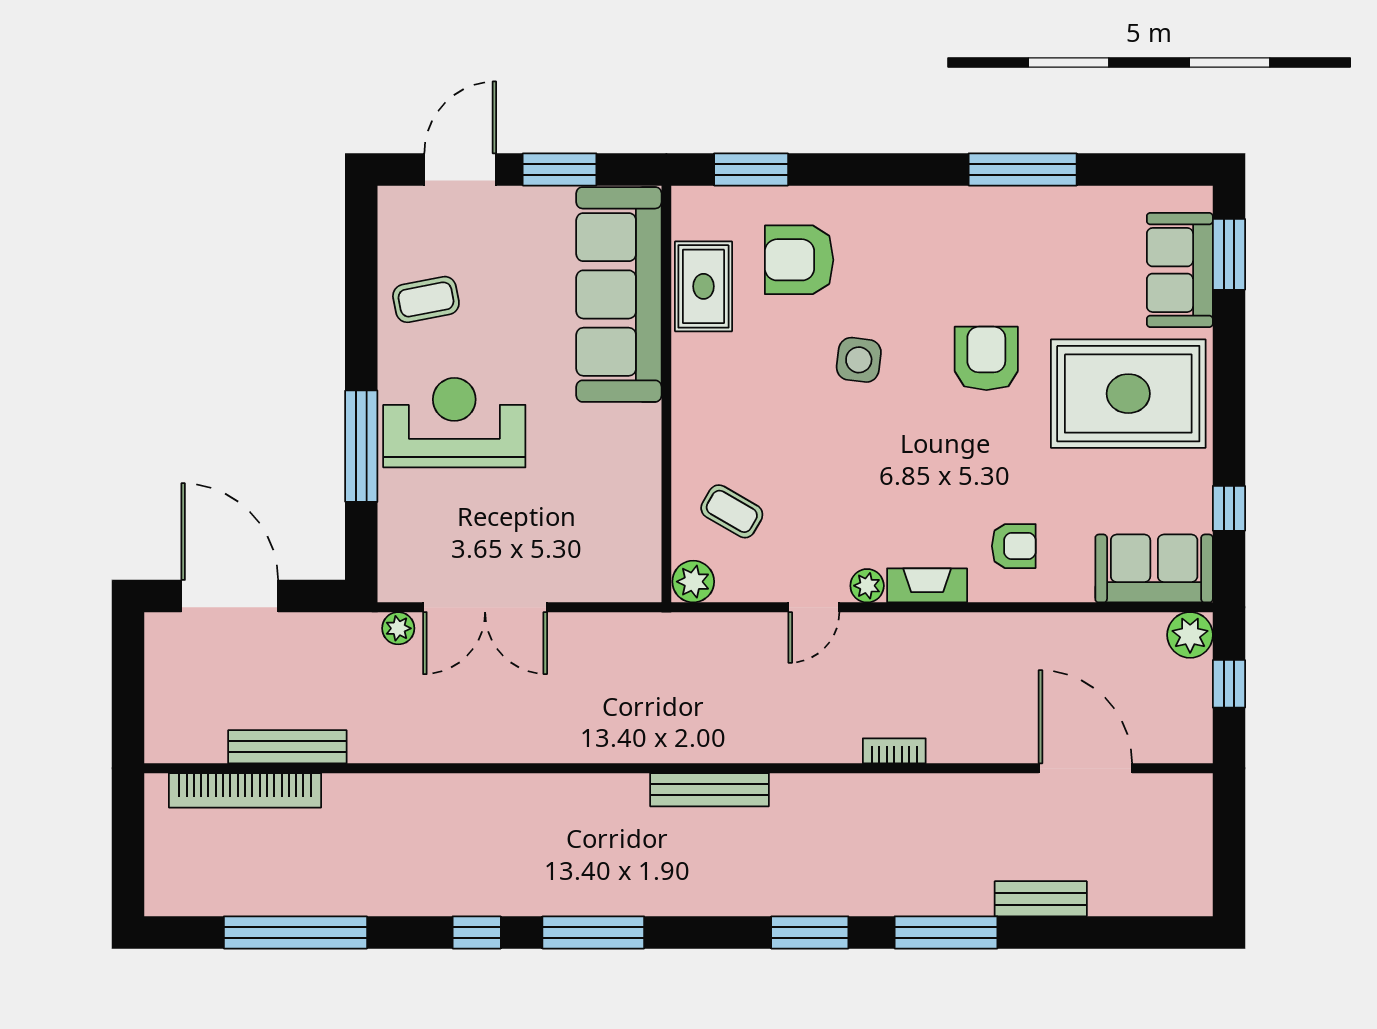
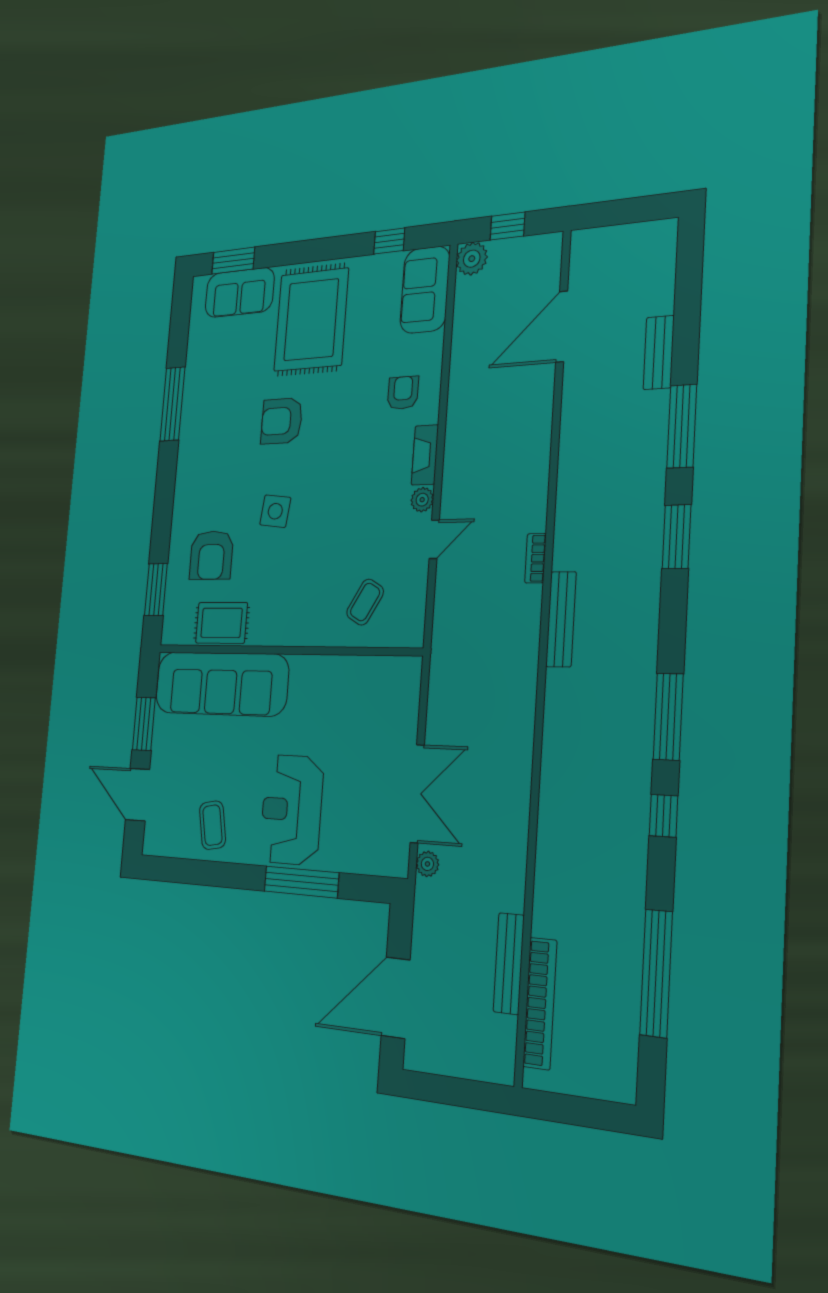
plant: (693, 582) -> (410, 631), removed
door: (814, 607) -> (434, 539), hinge flipped
bookcase: (894, 751) -> (535, 558), moved

